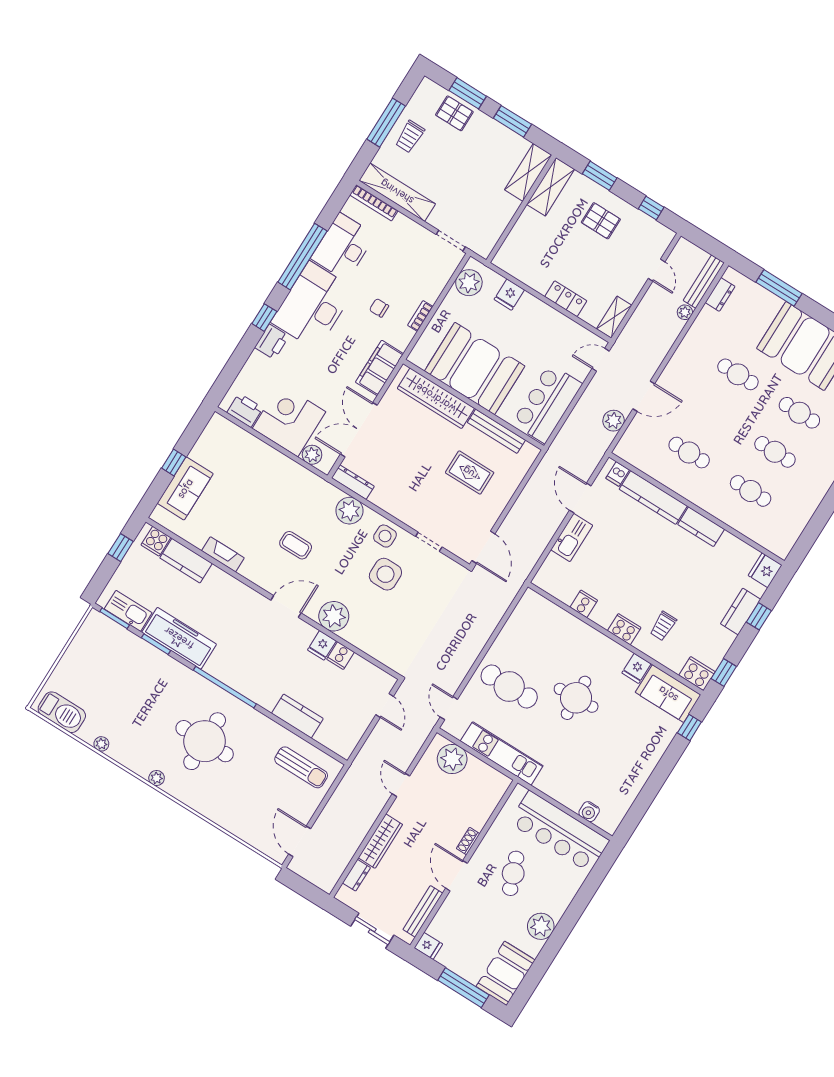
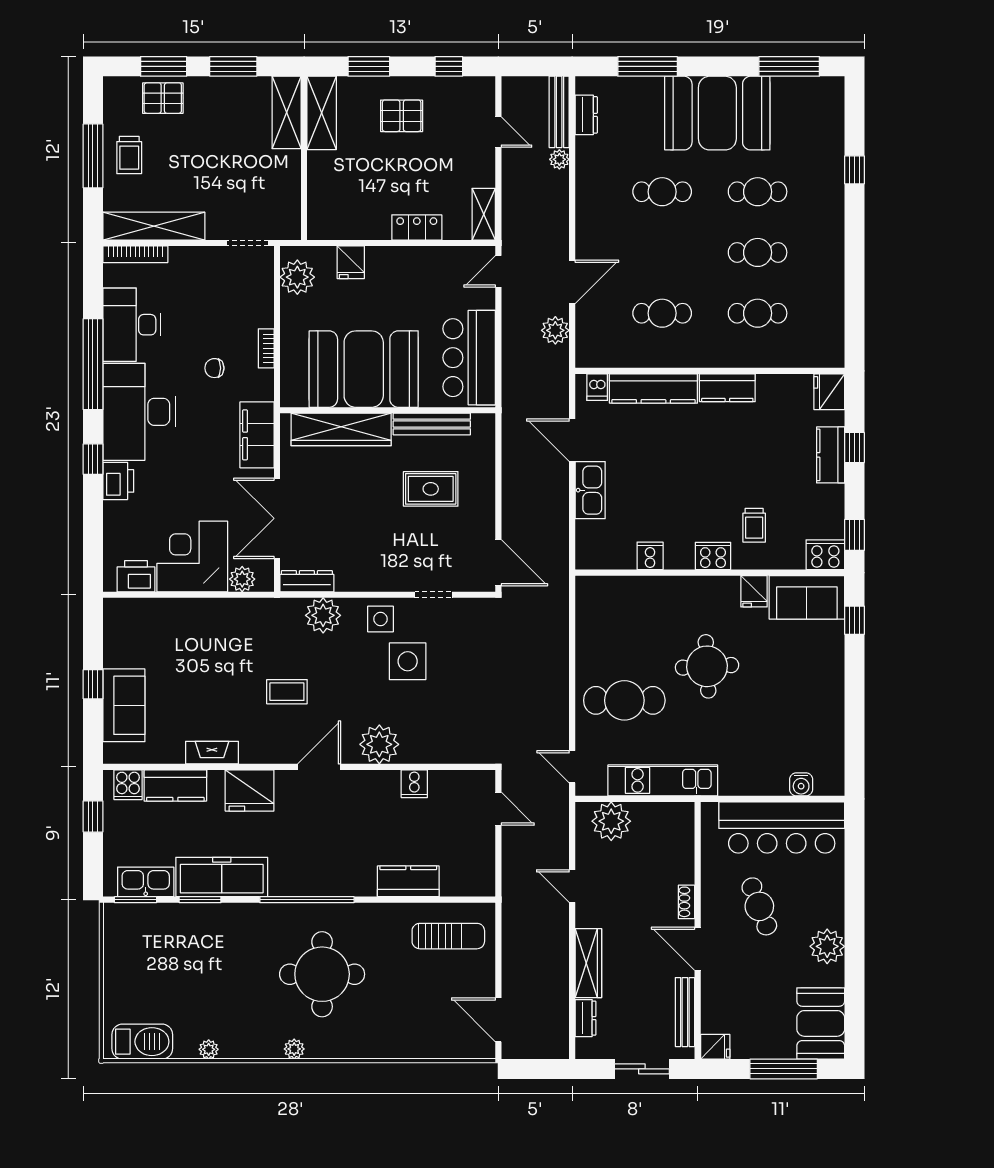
fridge: (322, 645) -> (250, 790), moved, width x1.88, depth x1.34

